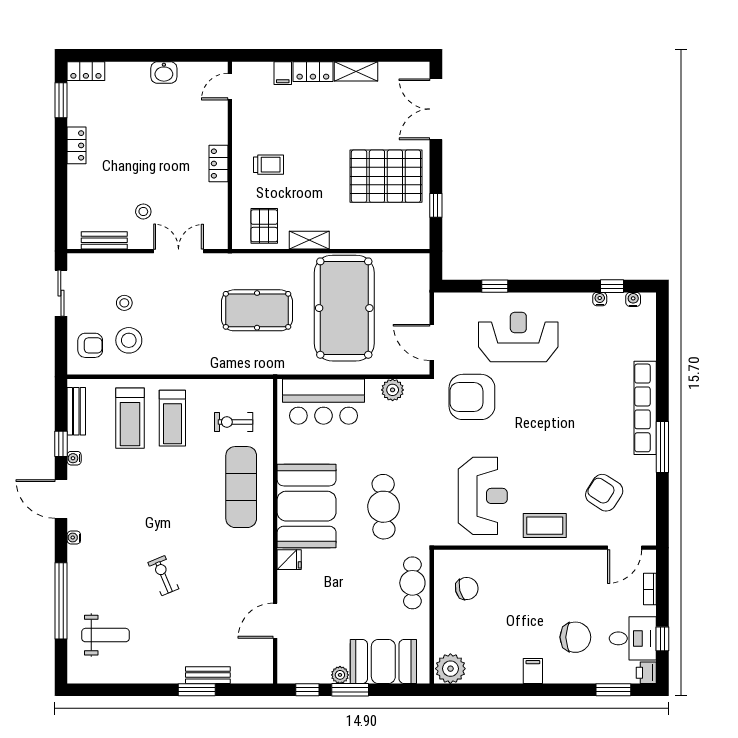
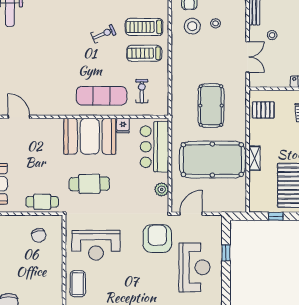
shelving: (309, 240) -> (254, 158), moved
fridge: (289, 560) -> (123, 125), moved
exercise bike: (163, 576) -> (103, 34), moved

